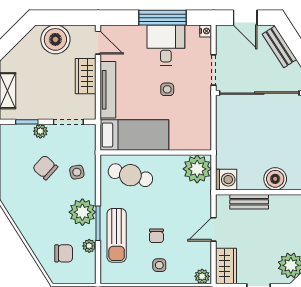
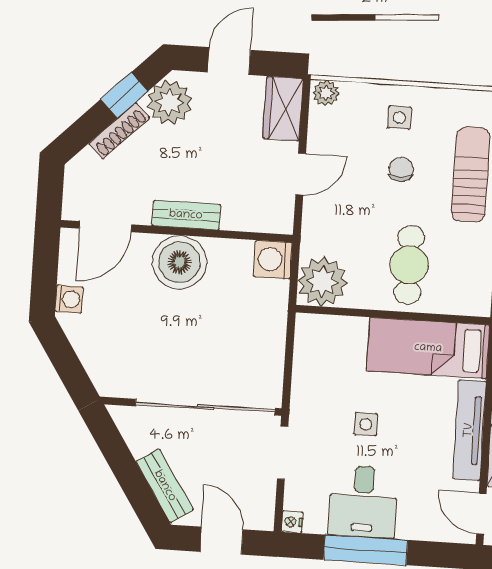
cafe table: (130, 175) -> (409, 265), moved, turned 75
boiler: (275, 179) -> (179, 262), width x1.37, depth x1.37
bench: (249, 202) -> (186, 215), moved

